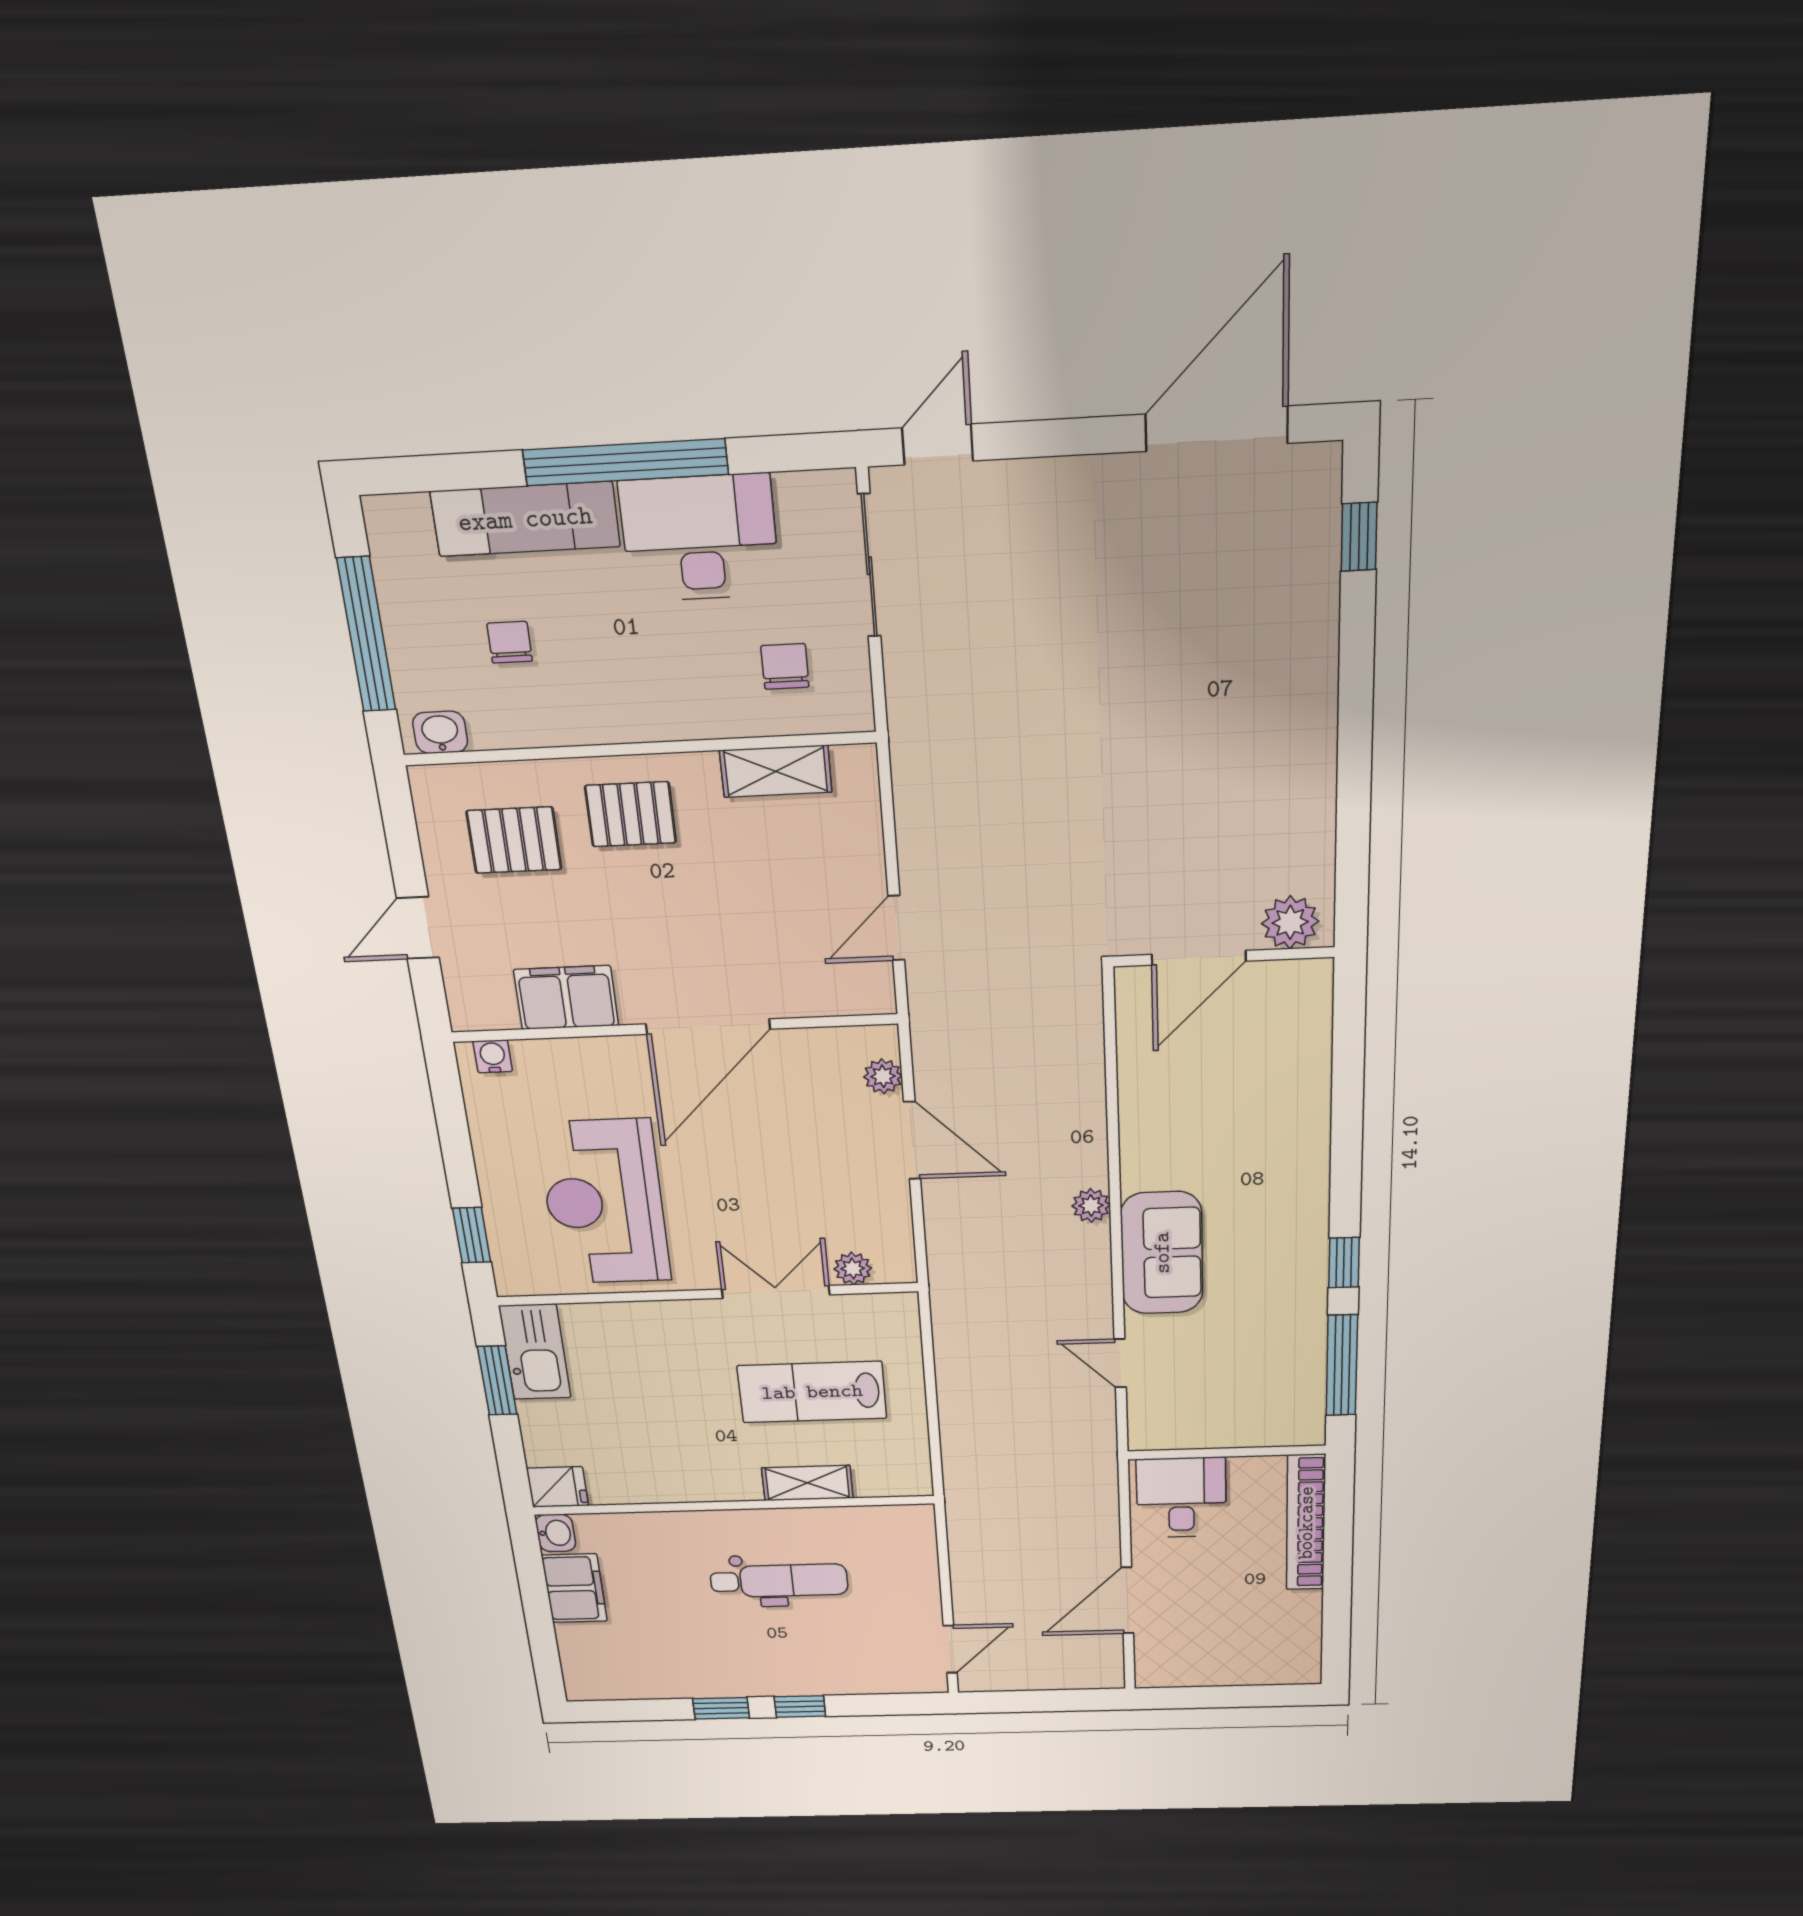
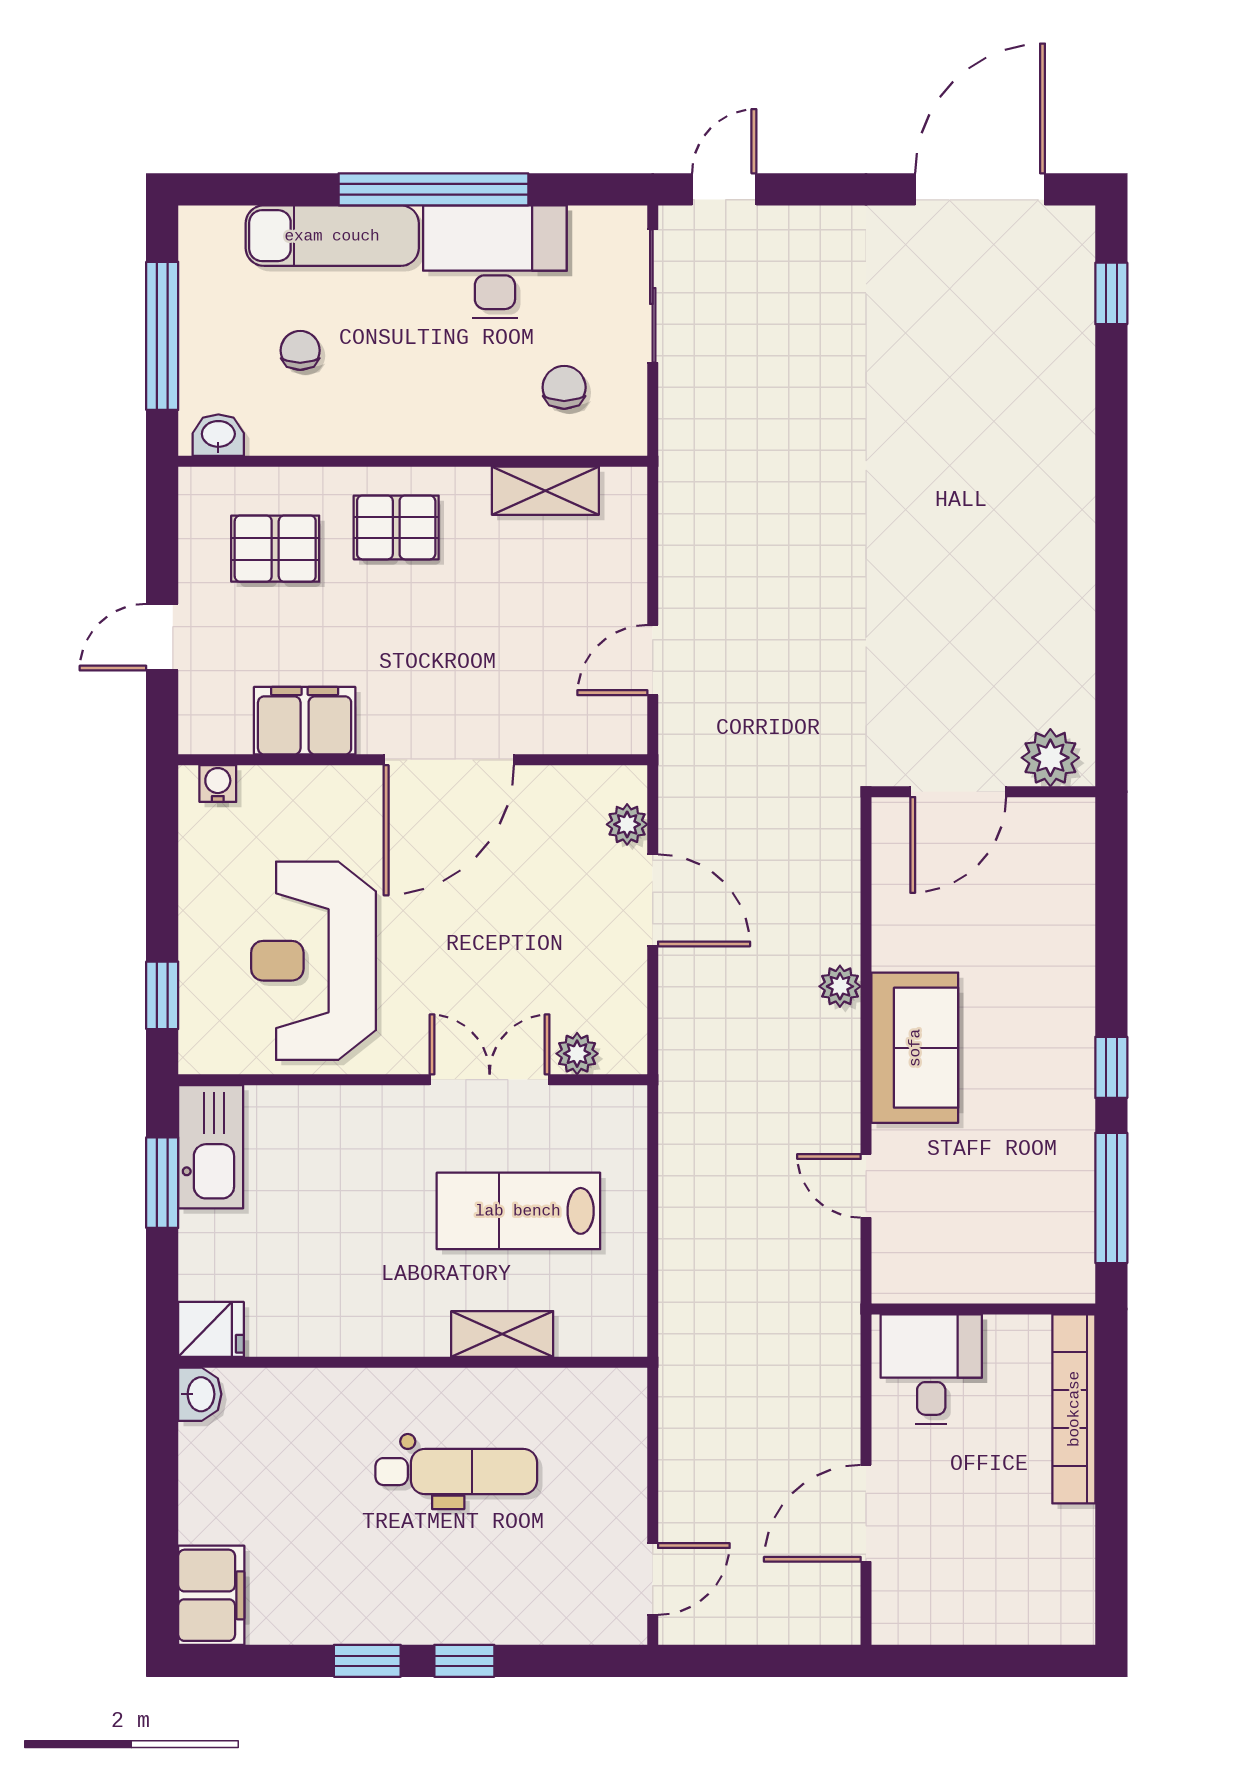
plant: (1290, 922) -> (1050, 758), moved
wall: (1223, 957) -> (983, 792), moved
door: (1199, 958) -> (958, 792), moved
filing cabinet: (574, 1588) -> (211, 1595), moved

